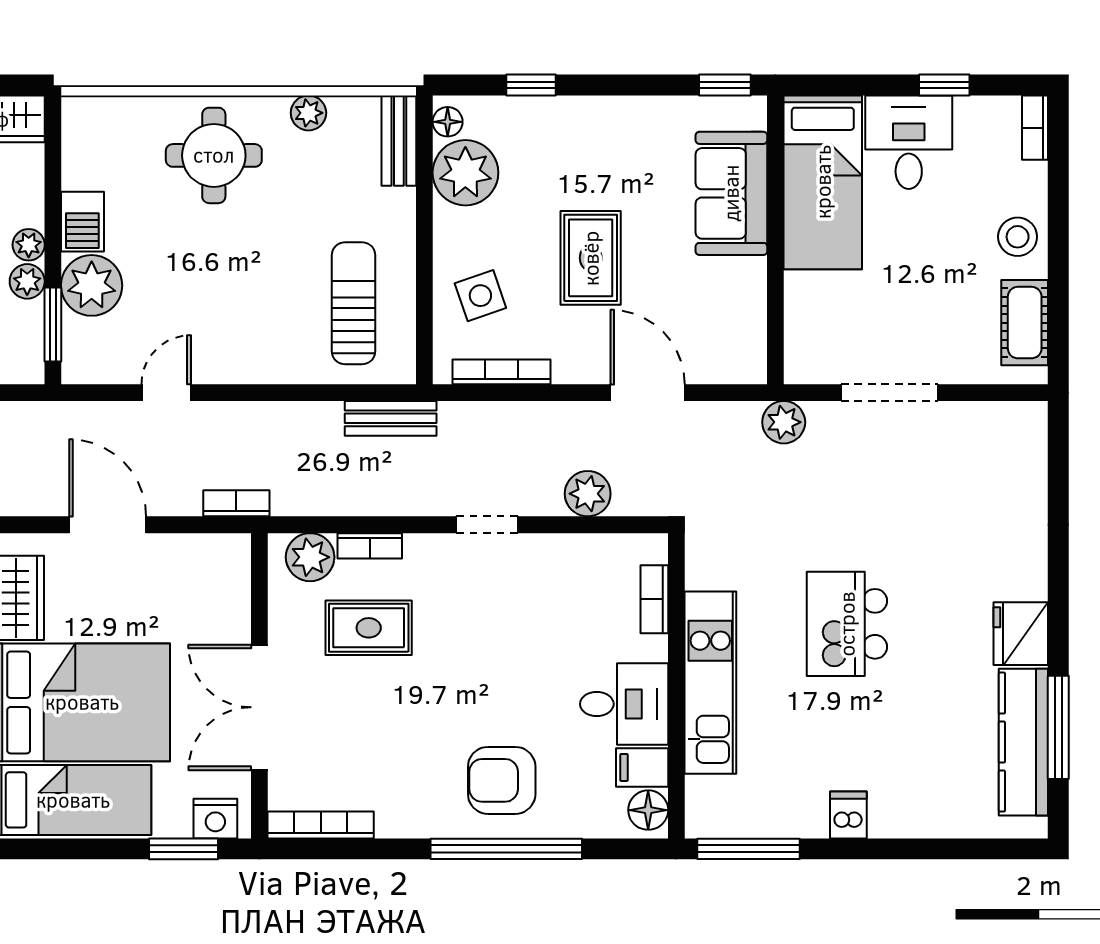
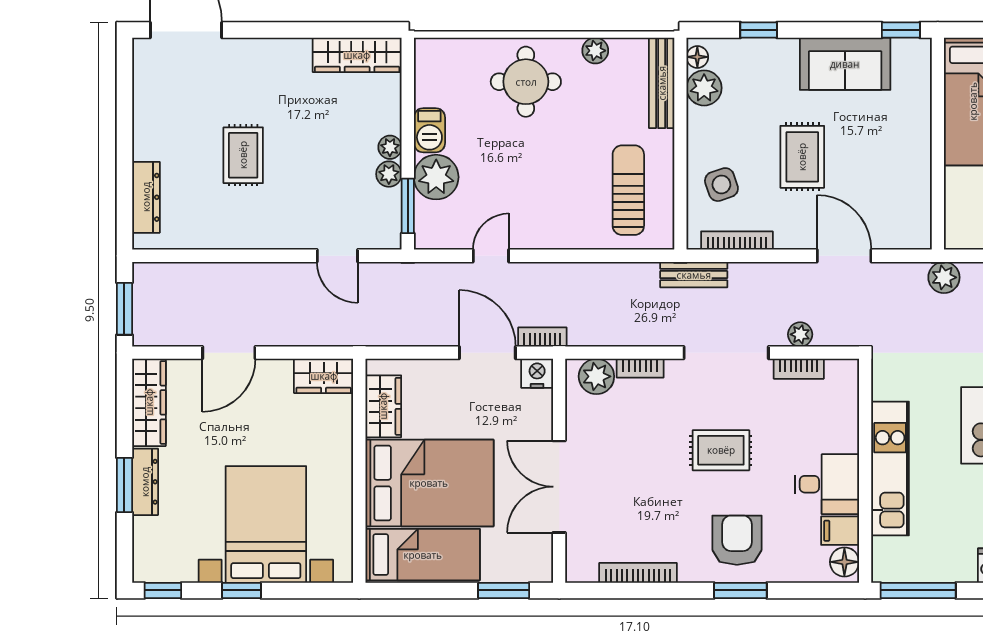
bench: (399, 141) -> (662, 83), width x1.36
plant: (465, 173) -> (704, 88), width x0.73, depth x0.73
sofa: (731, 193) -> (845, 64), moved, turned -90
bench: (391, 418) -> (694, 275), moved
plant: (588, 494) -> (800, 334), width x0.73, depth x0.73
door: (108, 525) -> (487, 353), moved
doorway: (487, 525) -> (726, 353), width x1.88
bookcase: (654, 599) -> (799, 369), moved, turned -90
rug: (369, 628) -> (721, 450), moved
armchair: (502, 780) -> (737, 540), turned 90
nightstand: (215, 819) -> (537, 373), moved, turned 180
bookcase: (321, 825) -> (638, 573), moved
window: (506, 849) -> (740, 590), width x0.47

